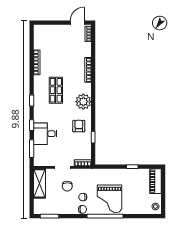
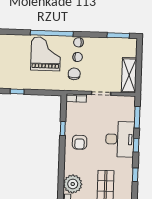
plant: (83, 102) -> (73, 184), moved
desk: (45, 134) -> (120, 139), width x1.37
chair: (67, 186) -> (74, 74), moved

